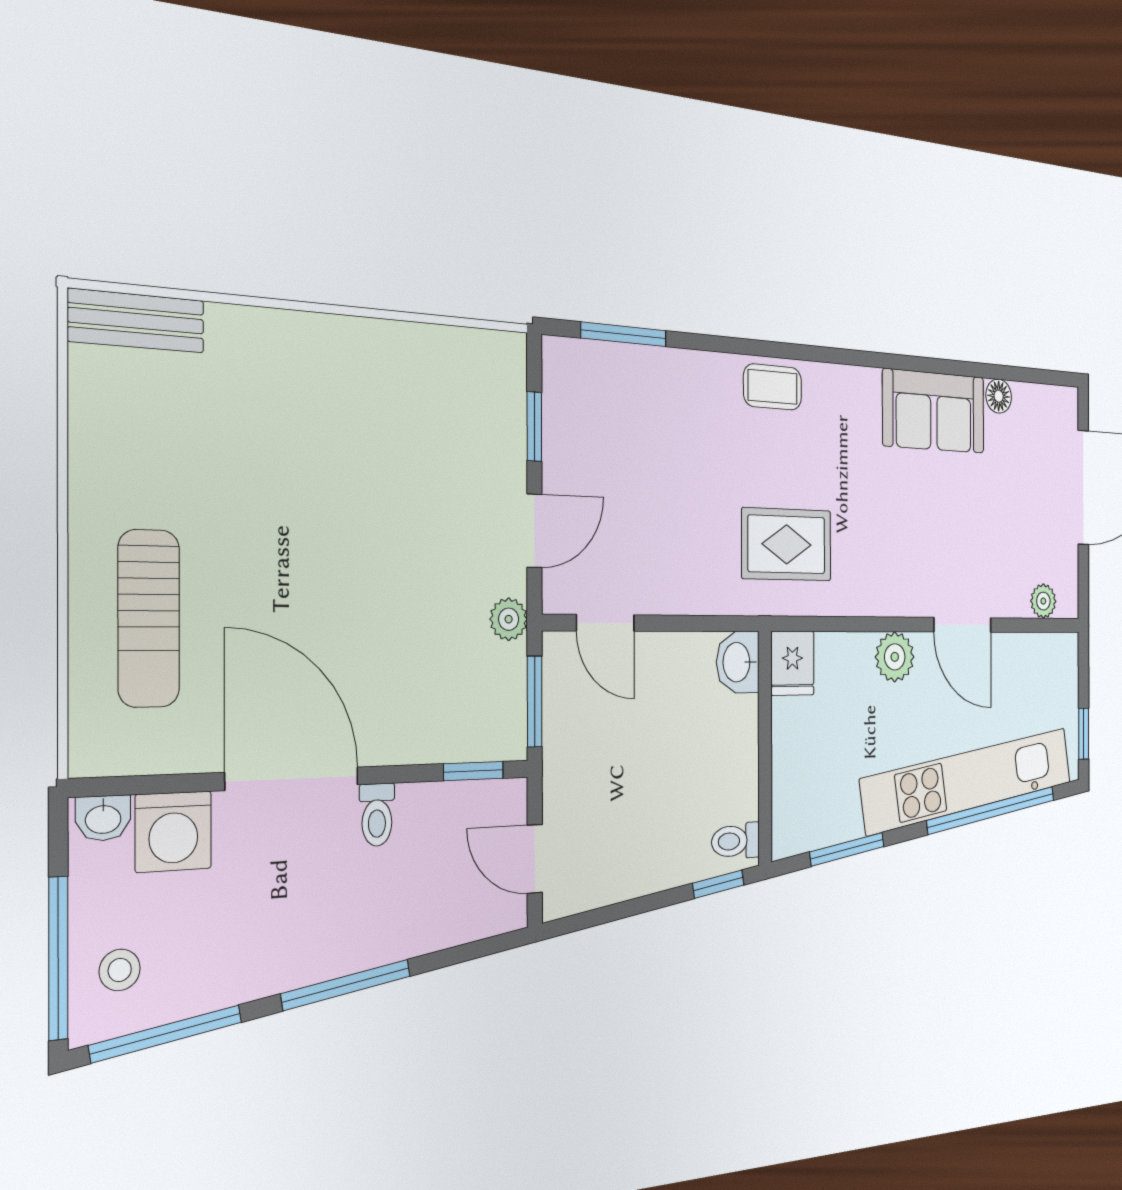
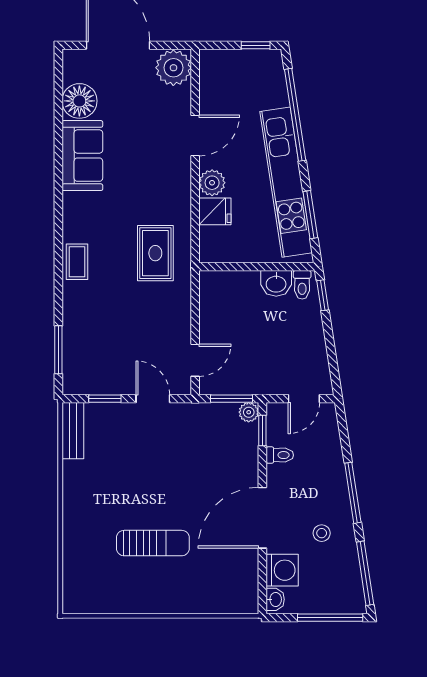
bench: (136, 321) -> (73, 431), moved
floor lamp: (999, 396) -> (79, 101), width x1.89, depth x1.89
plant: (1043, 601) -> (173, 68), width x1.87, depth x1.87
sun lounger: (149, 618) -> (153, 543), moved
plant: (509, 619) -> (249, 412), moved
washbasin: (738, 662) -> (276, 283), moved
fridge: (792, 663) -> (215, 211), moved
kitchen unit: (968, 780) -> (286, 182), moved
toilet: (377, 815) -> (280, 455), moved
stool: (120, 970) -> (322, 533), moved

